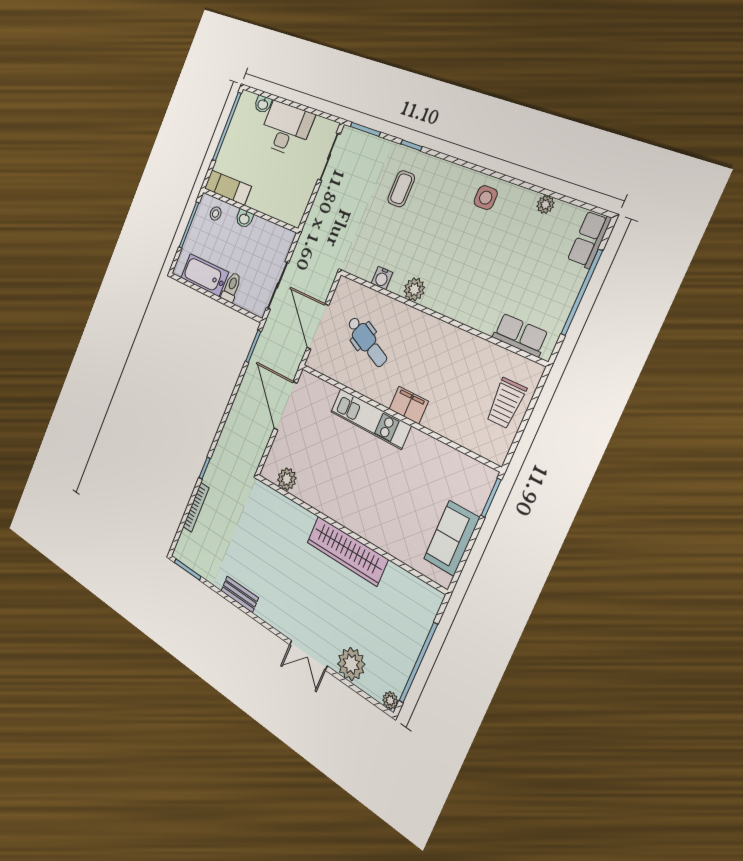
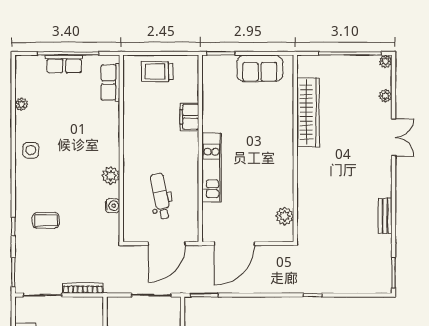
row of seats: (589, 239) -> (64, 64), moved
dental chair: (367, 342) -> (161, 196), turned -36
trolley: (506, 403) -> (157, 72), turned 180
filing cabinet: (409, 405) -> (189, 117), moved
bookcase: (196, 507) -> (83, 288), moved
wardrobe: (347, 551) -> (308, 112), moved
plant: (351, 664) -> (385, 96), width x0.53, depth x0.53

